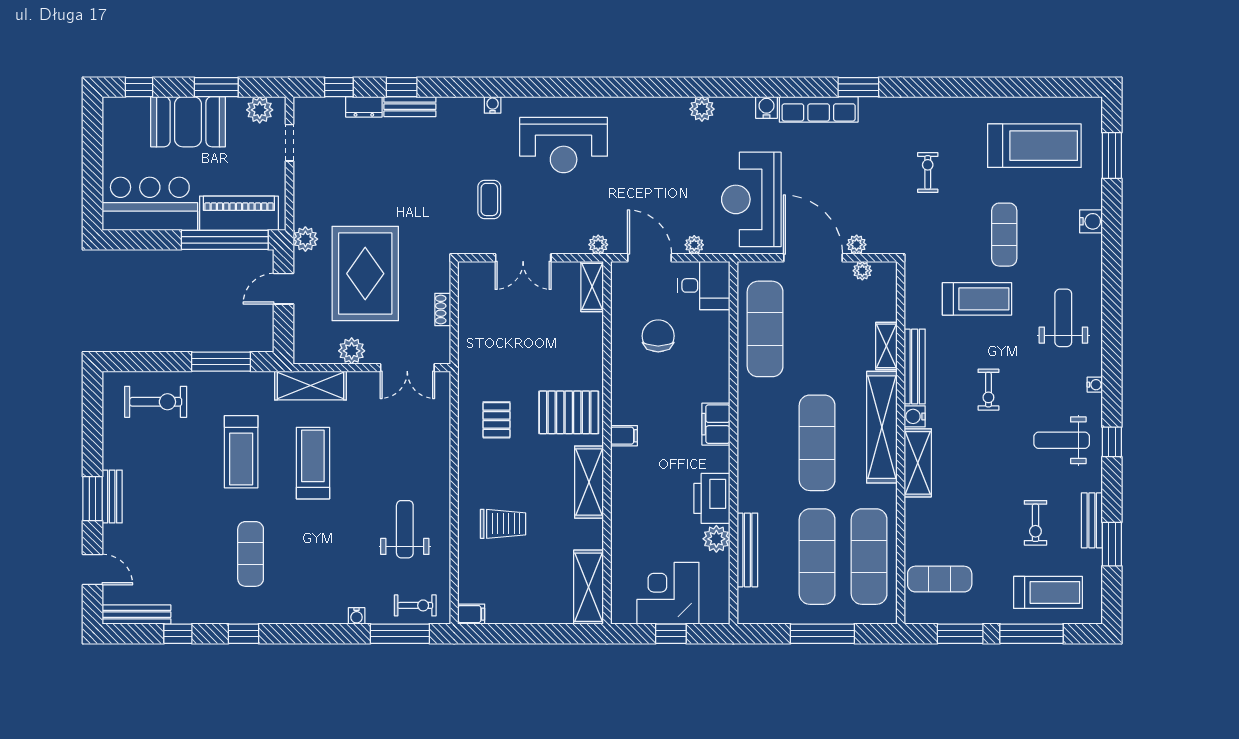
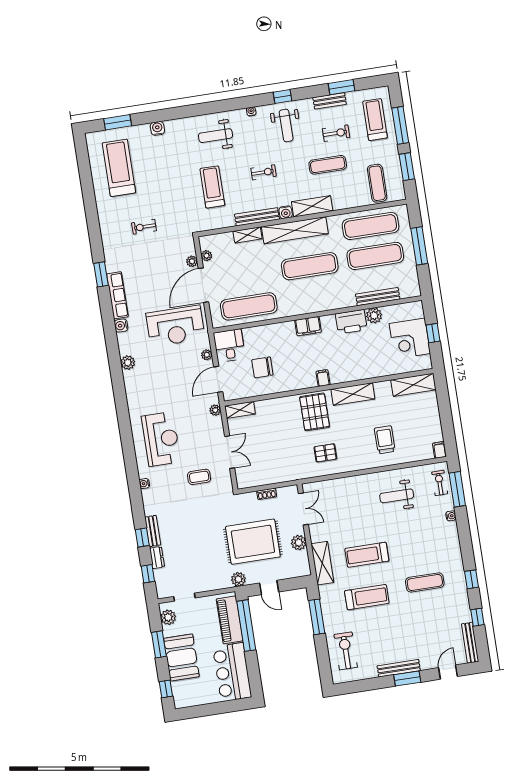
exercise mat: (1004, 235) -> (328, 165), moved
bench: (112, 497) -> (399, 668), width x1.36

